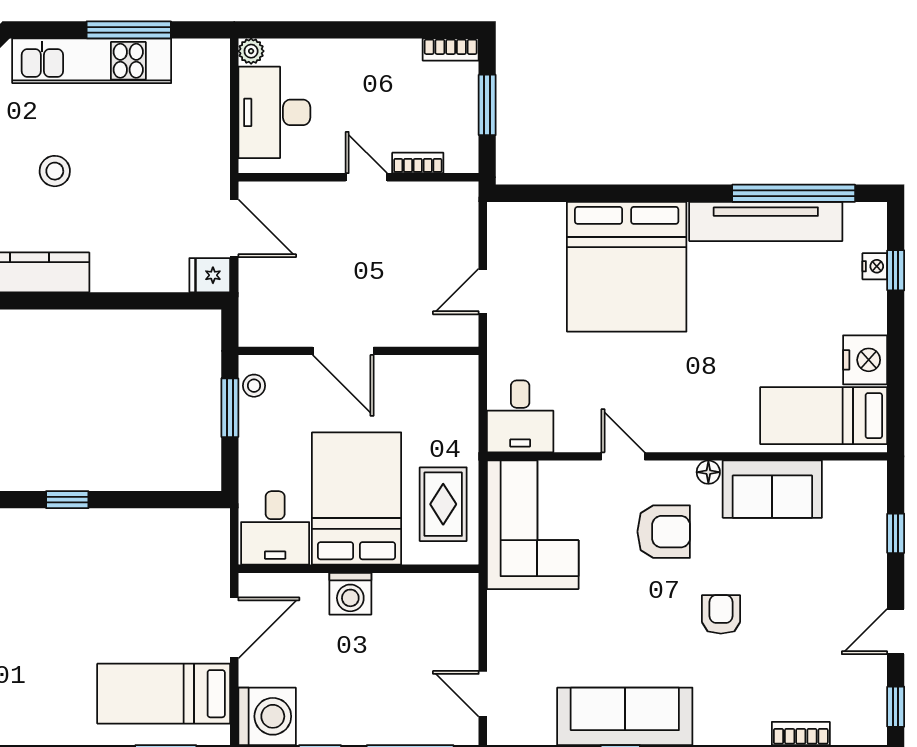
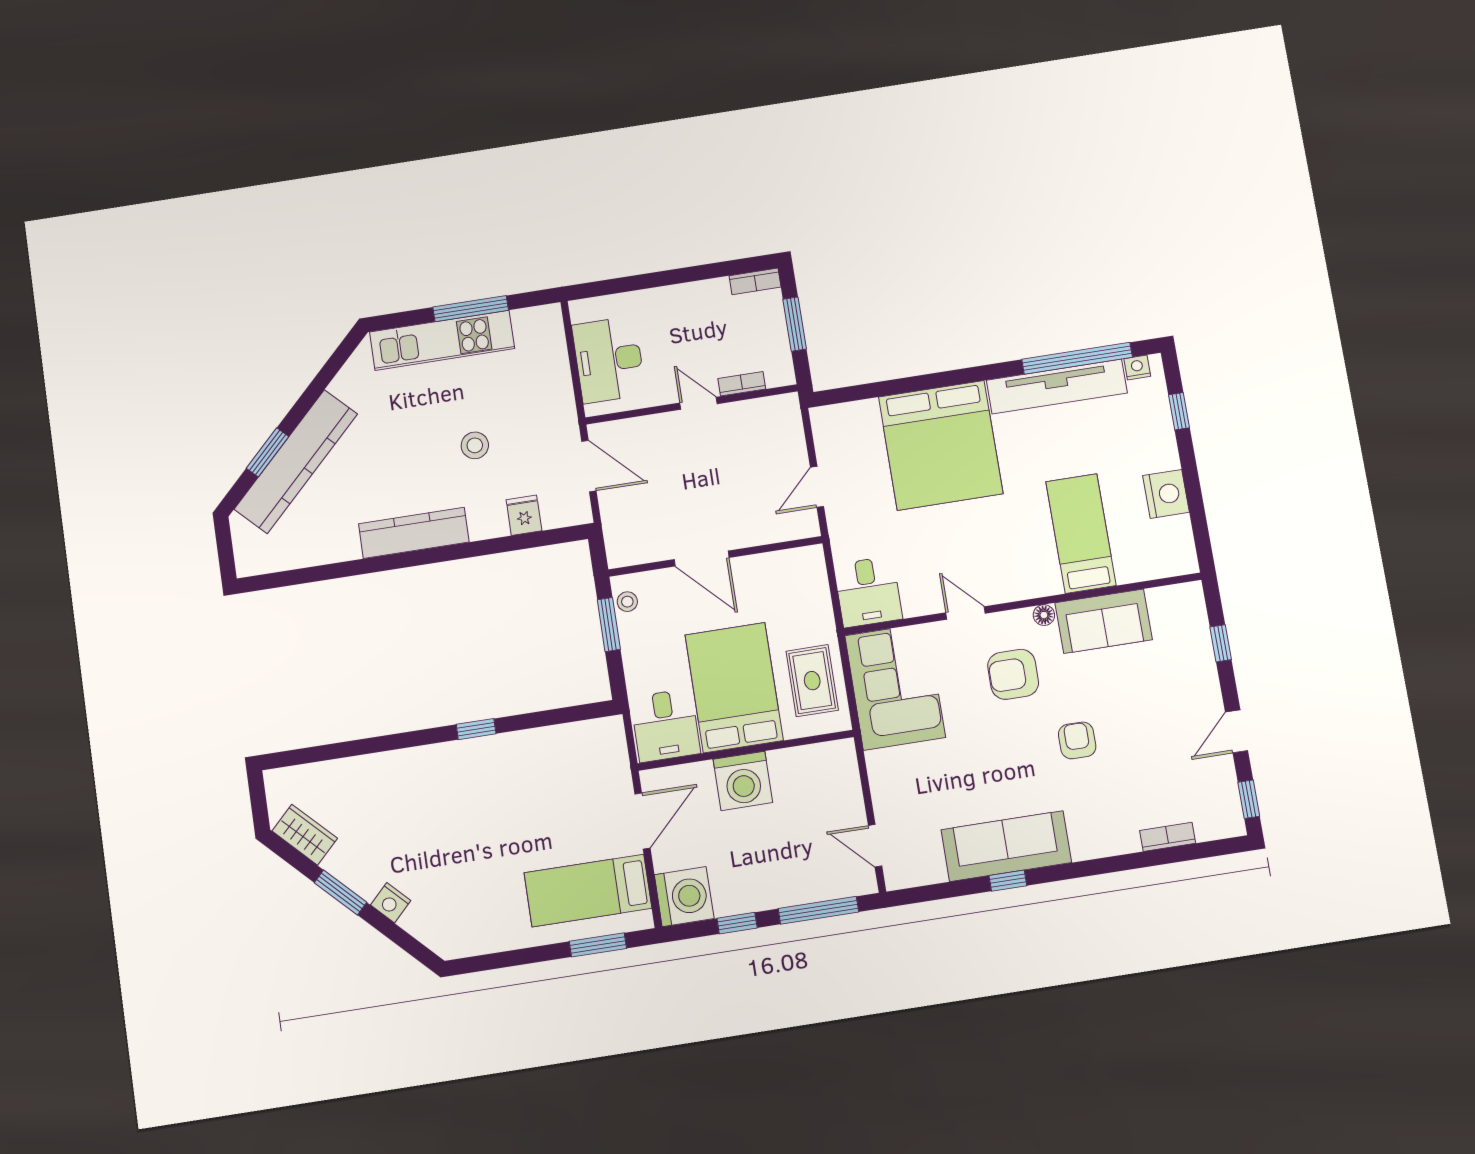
plant: (251, 51) -> (580, 310), removed
stool: (55, 171) -> (475, 445), moved
nightstand: (875, 266) -> (1137, 367), moved, turned -90
fridge: (210, 275) -> (524, 515), moved, turned 90
bed: (824, 416) -> (1081, 533), moved, turned 90
armchair: (664, 532) -> (1013, 674), turned 180
washing machine: (350, 594) -> (743, 781), width x1.37, depth x1.37

